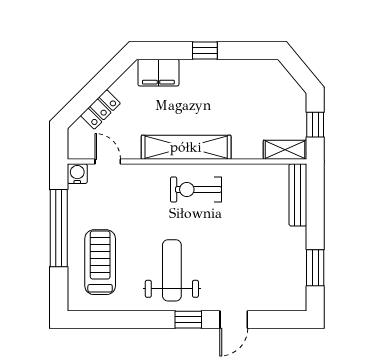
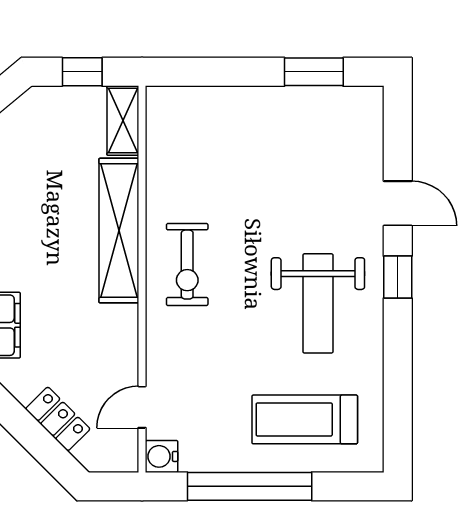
shelving: (186, 147) -> (119, 231), moved
bench: (298, 195) -> (196, 100), removed
weight bench: (172, 270) -> (318, 303), turned -90

